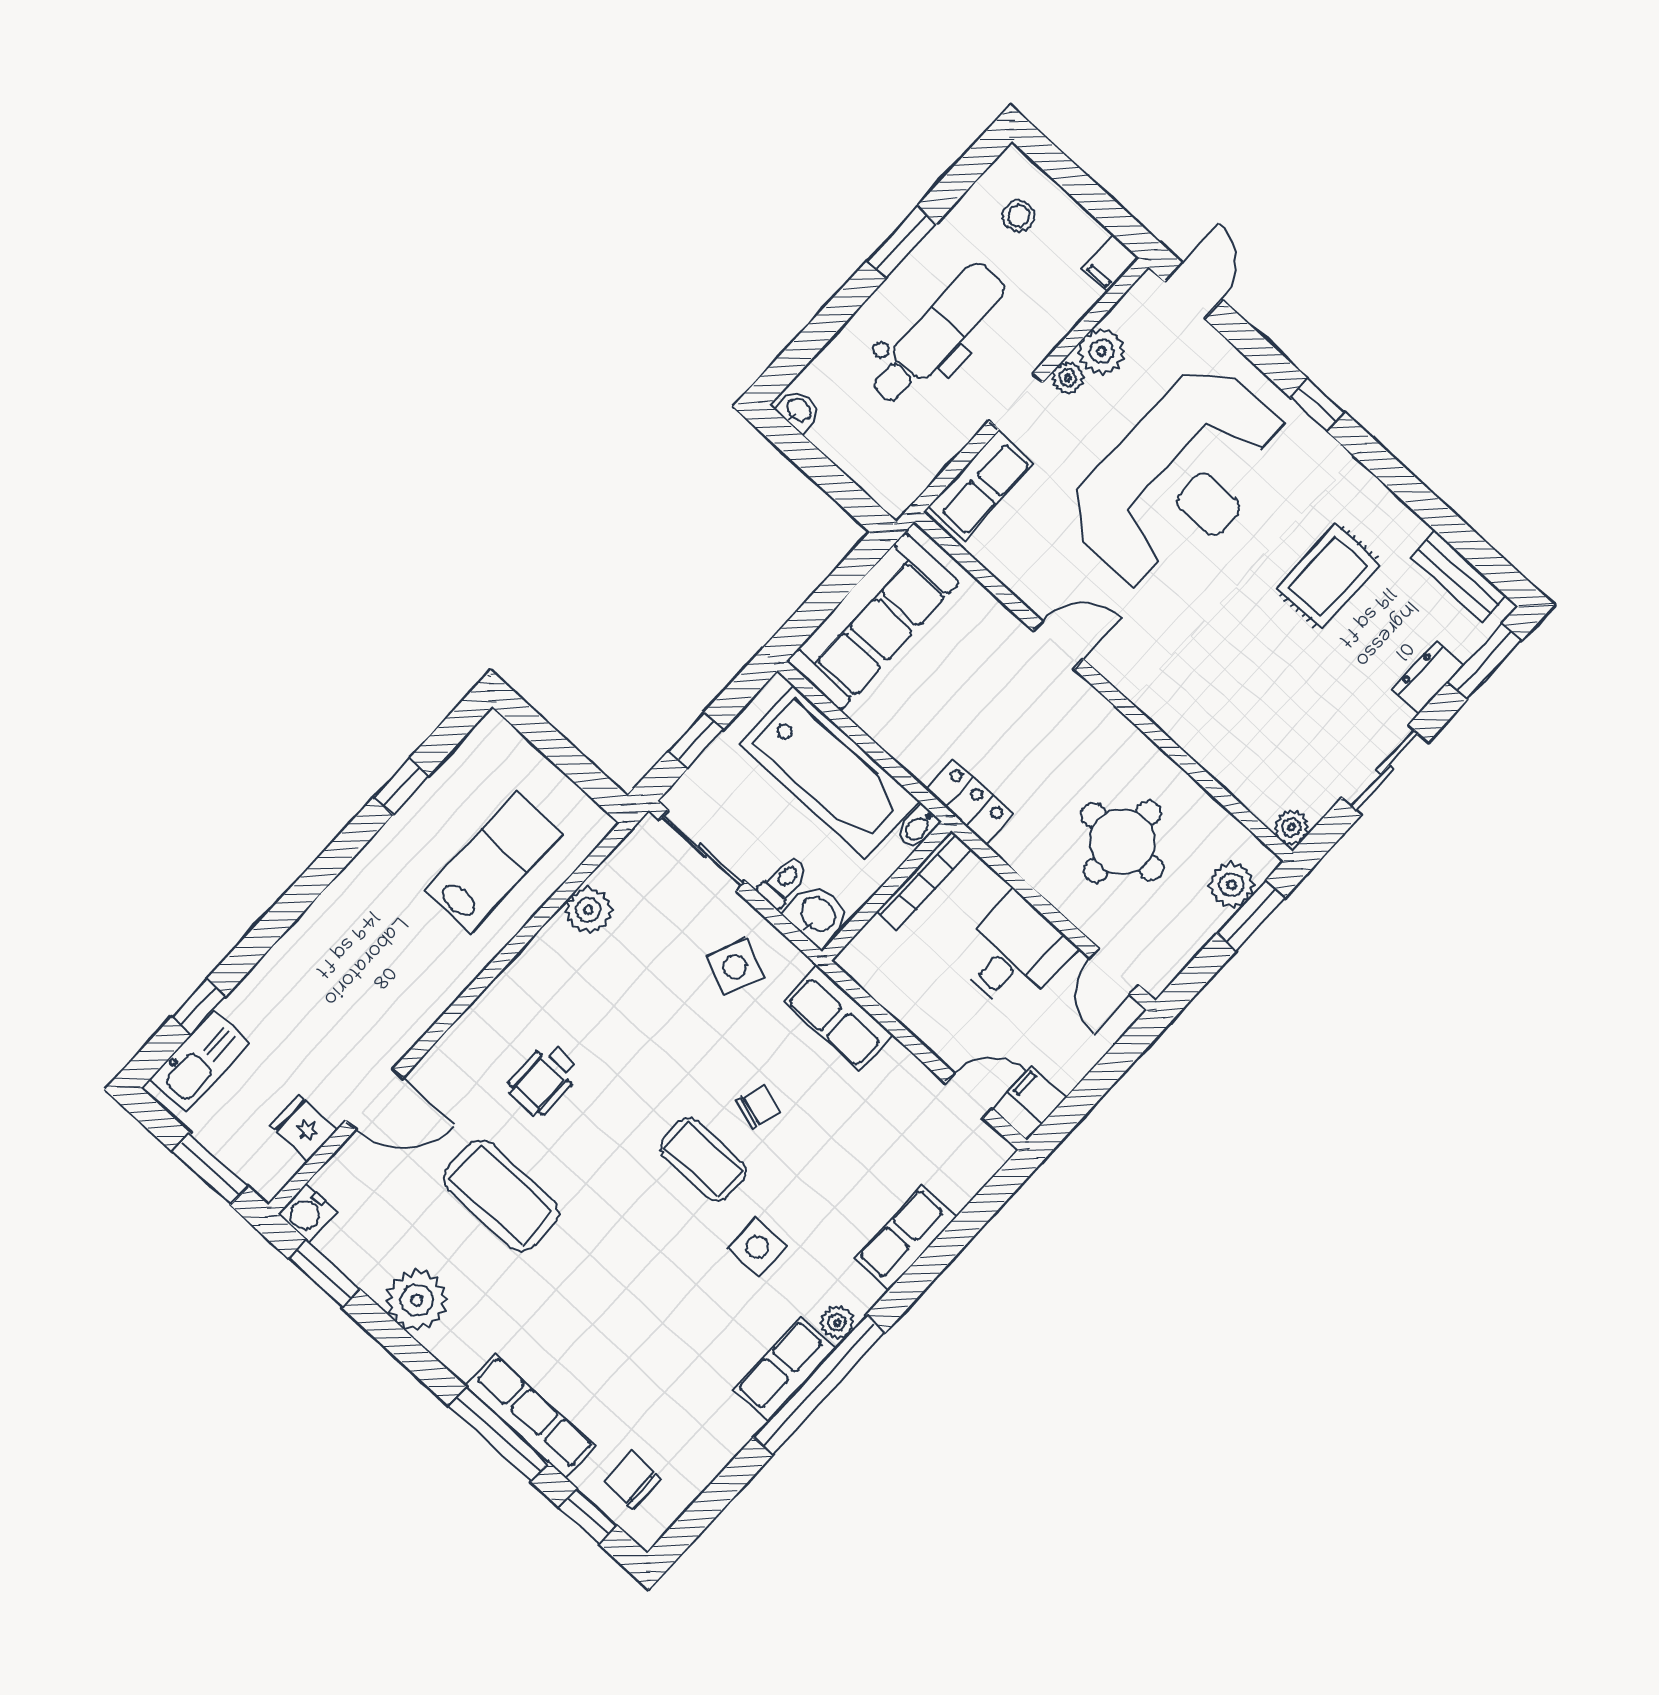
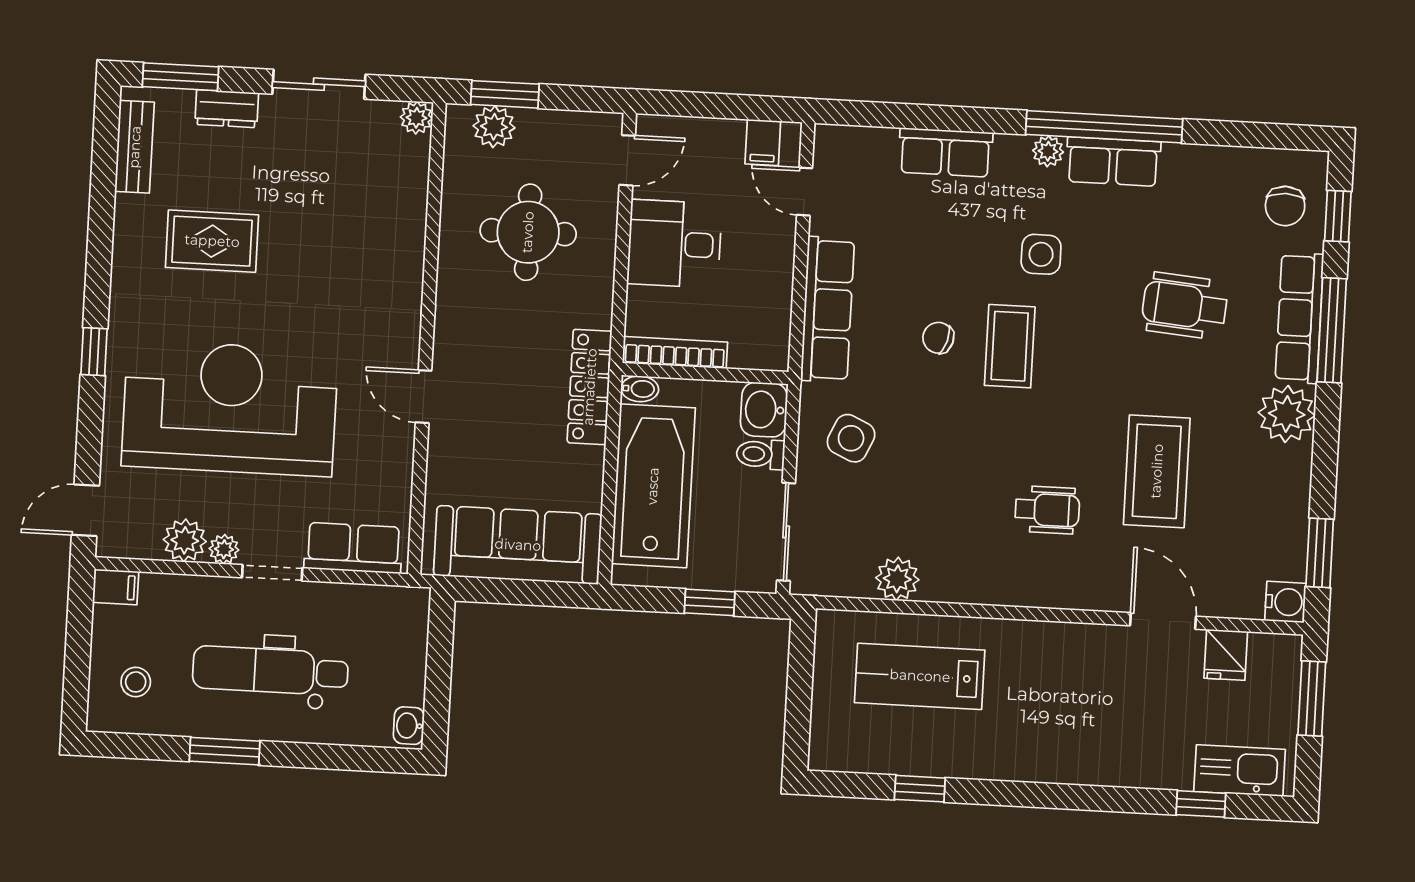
locker: (970, 802) -> (590, 387), width x1.53
row of seats: (838, 1018) -> (827, 310), width x1.48
plant: (417, 1300) -> (1287, 414), moved
wheelchair: (618, 1330) -> (1185, 306), added

